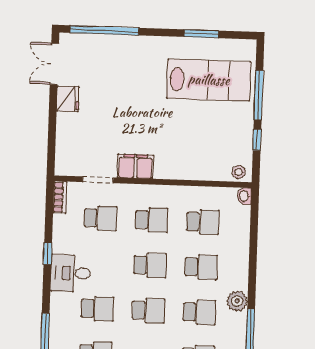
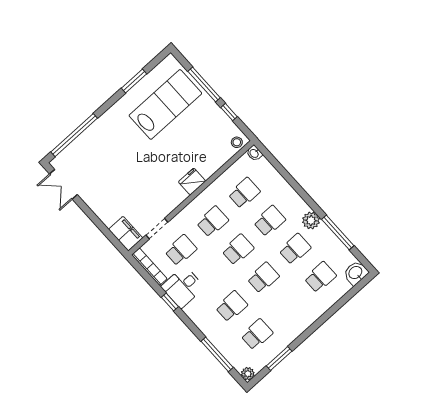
fridge: (68, 99) -> (192, 181), moved, turned -90
filing cabinet: (135, 166) -> (126, 234), moved, turned 90
bookcase: (60, 197) -> (149, 267), width x1.56
desk: (71, 273) -> (183, 287), moved

